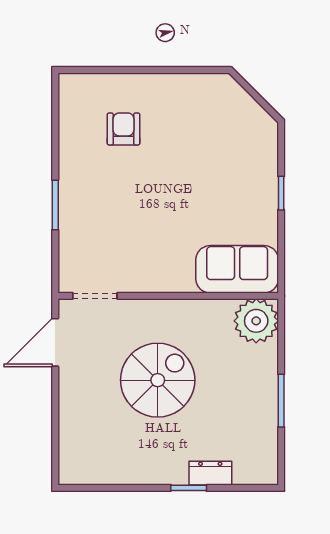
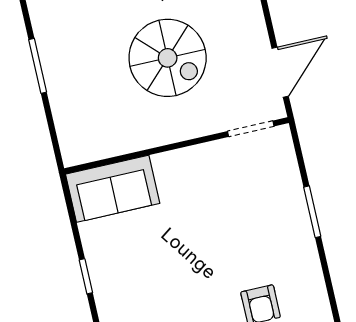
plant: (256, 321) -> (81, 141), removed
spiral stairs: (158, 380) -> (168, 58), turned -90

